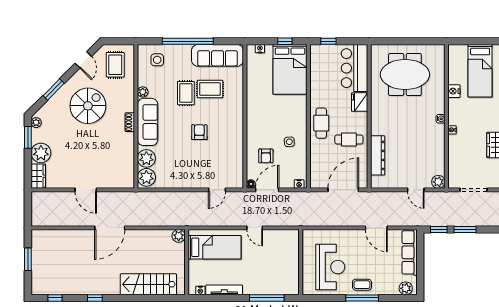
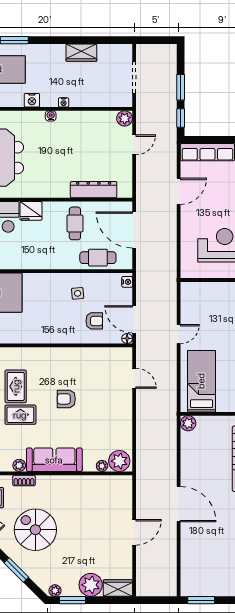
nightstand: (454, 91) -> (32, 100), moved
shoe rack: (130, 122) -> (24, 480), moved
cafe table: (321, 123) -> (98, 258), moved
plant: (146, 158) -> (102, 466), width x0.53, depth x0.53
window: (28, 259) -> (201, 600), moved

